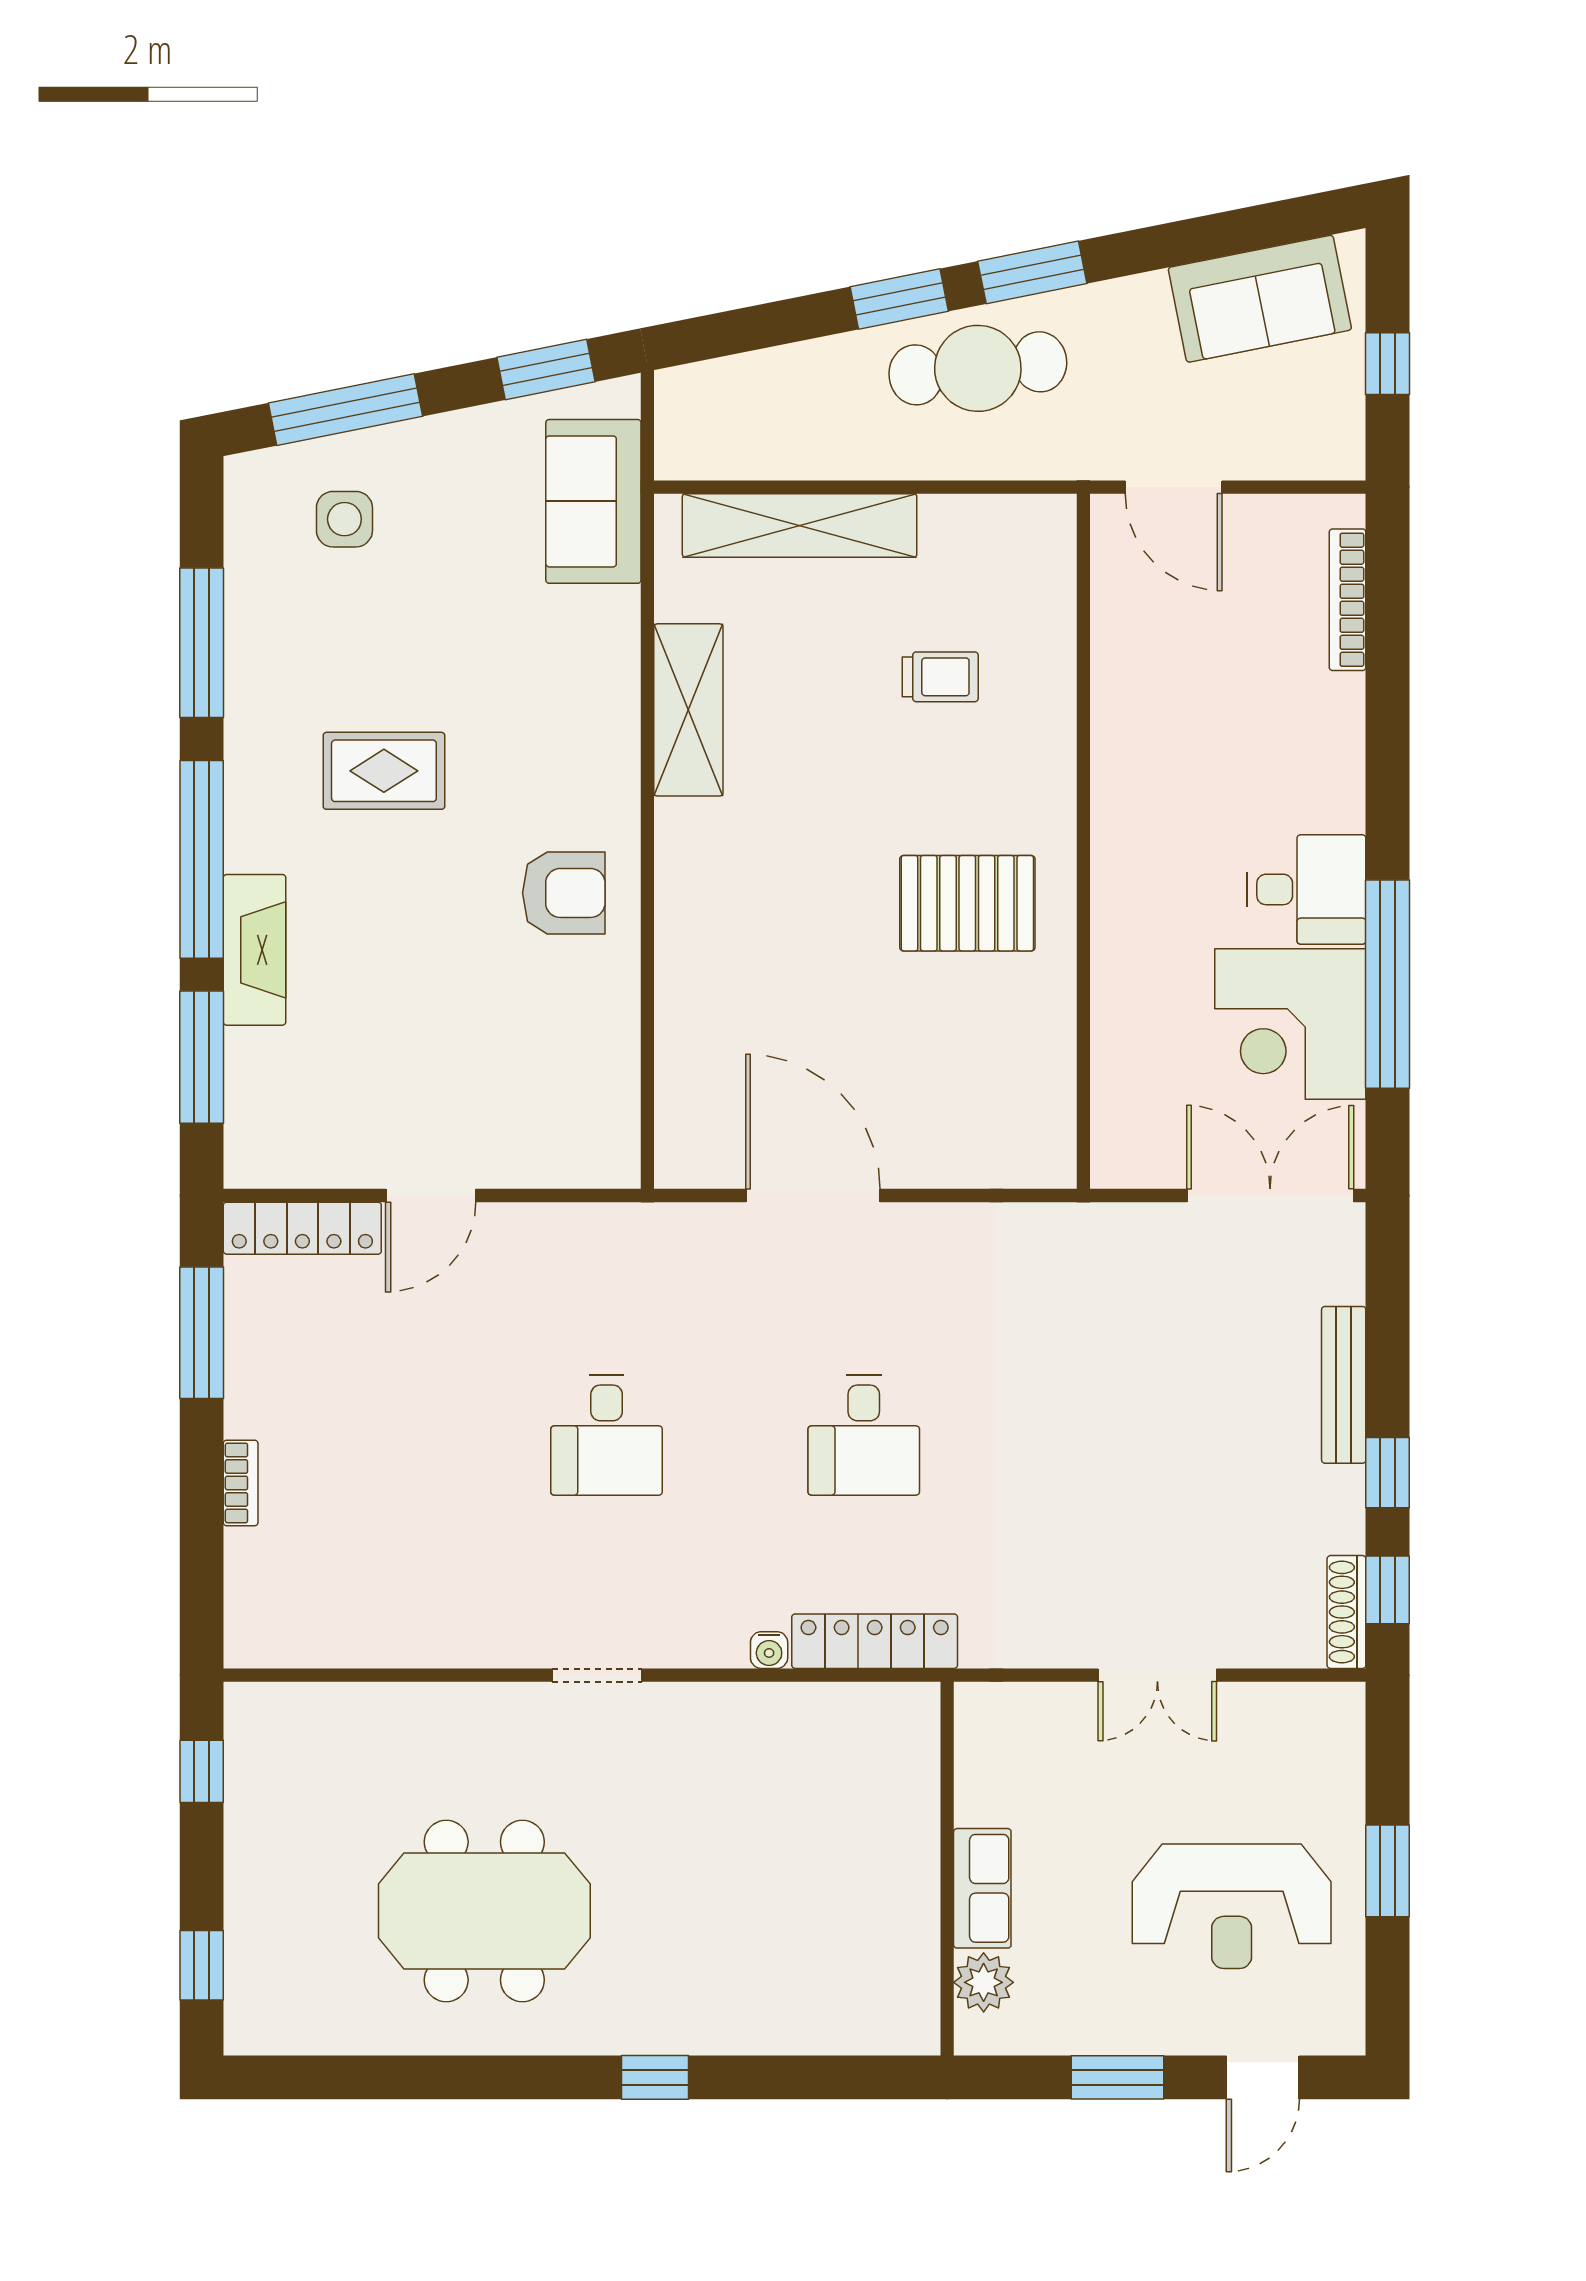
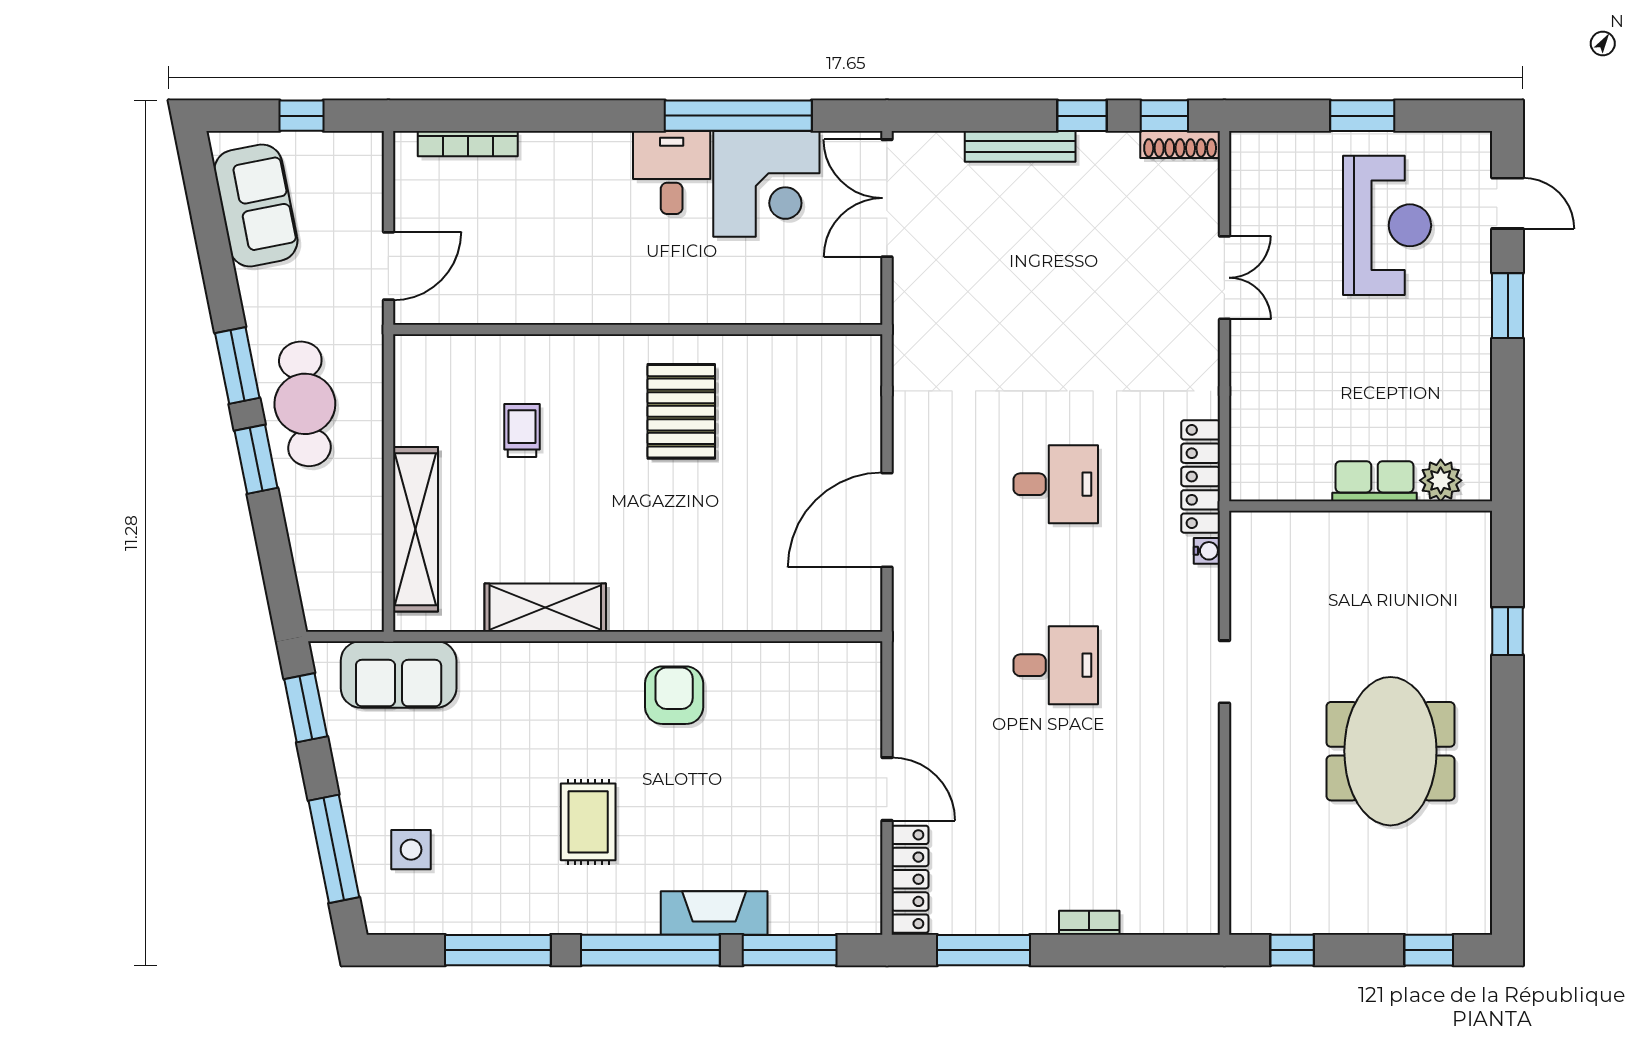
wall: (947, 1869) -> (1361, 506), moved
row of seats: (982, 1888) -> (1375, 481), moved
plant: (984, 1982) -> (1441, 480), moved

